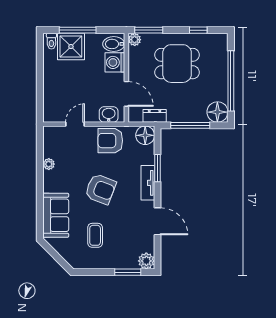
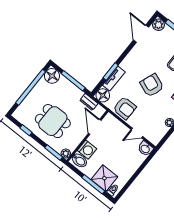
washbasin: (109, 114) -> (145, 149), moved
tv unit: (148, 183) -> (114, 79), moved
door: (157, 221) -> (141, 34), moved

